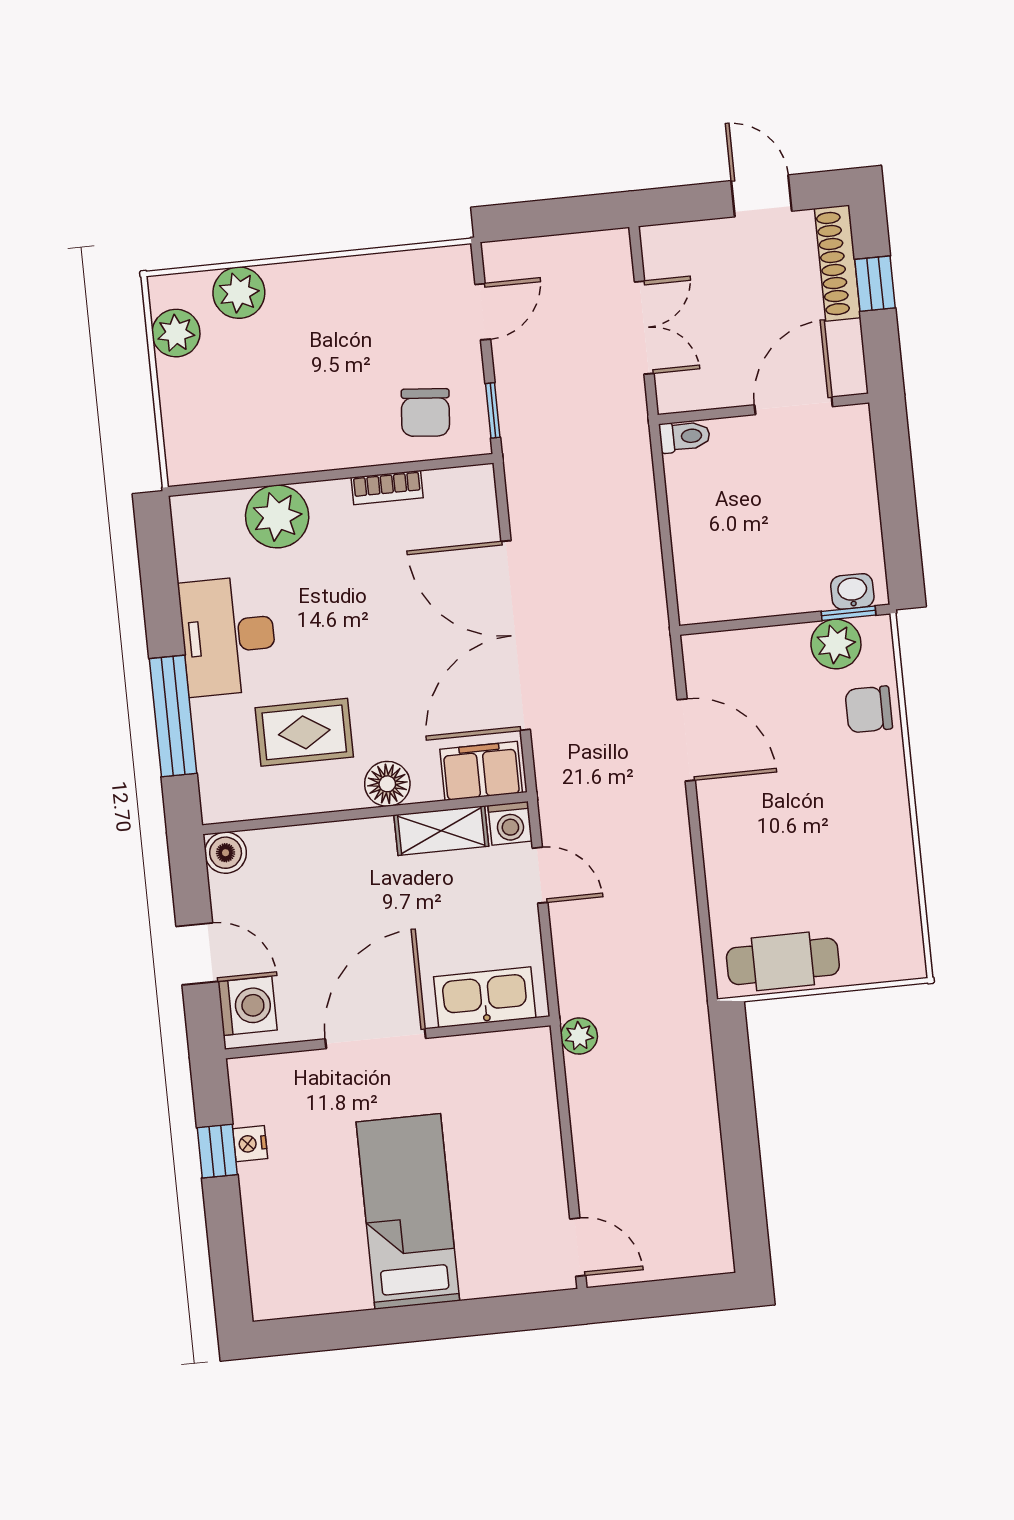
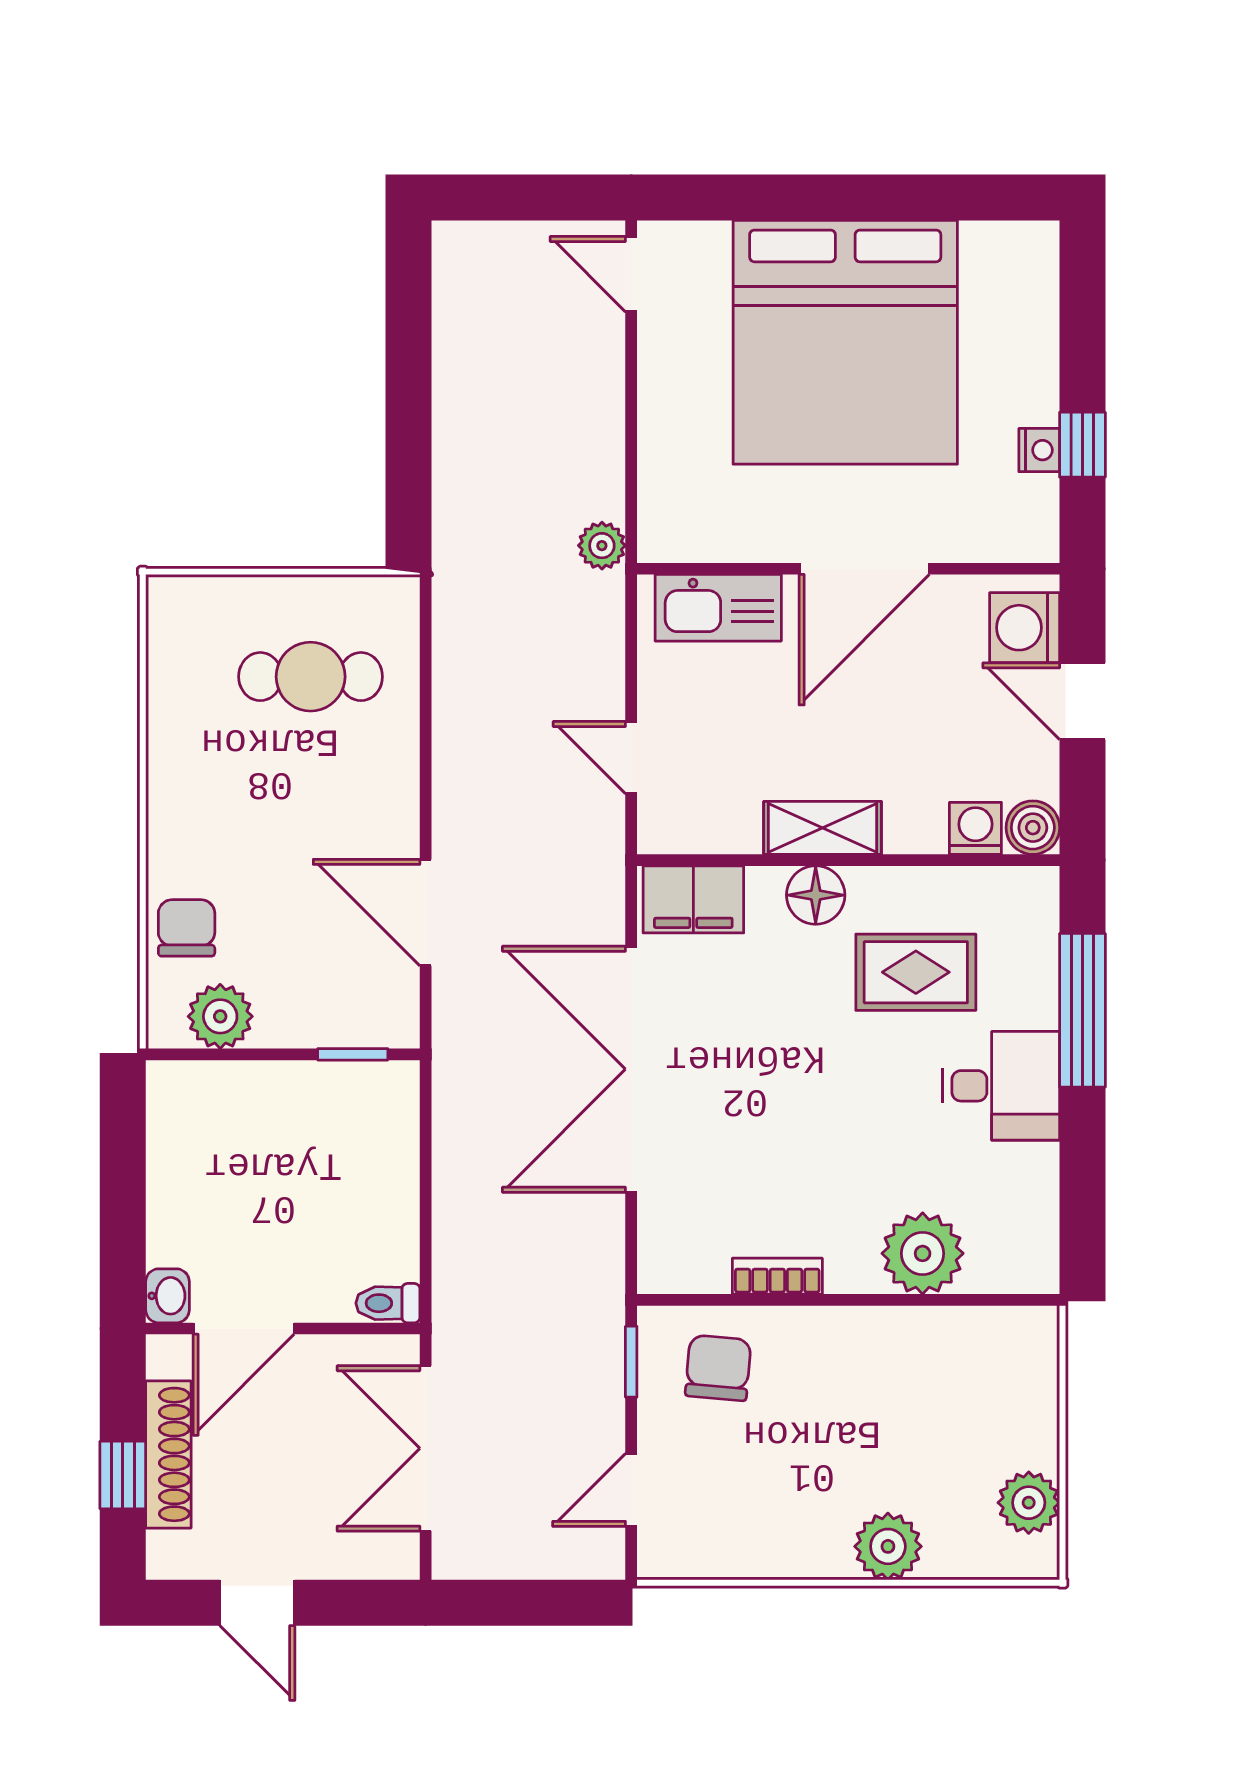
shoe rack: (838, 263) -> (168, 1454), moved
plant: (239, 293) -> (888, 1546), moved
double door: (644, 328) -> (426, 1448), width x1.37
washbasin: (852, 591) -> (167, 1296), moved, turned -90
window: (848, 613) -> (353, 1054), moved
double door: (516, 635) -> (631, 1069), swing flipped
desk: (228, 636) -> (1001, 1086), width x0.73
chair: (869, 709) -> (187, 928), turned -90
washing machine: (510, 823) -> (975, 828), moved
shelving: (441, 831) -> (823, 828), moved
cafe table: (783, 961) -> (311, 677), moved
bed: (408, 1211) -> (845, 342), width x2.04

